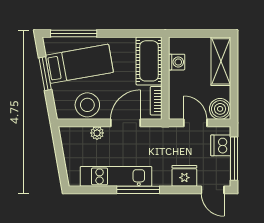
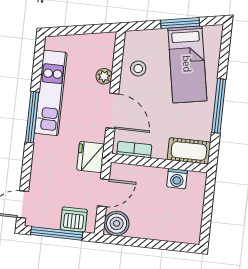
window: (74, 33) -> (219, 106), moved
cot: (149, 61) -> (189, 151), width x0.73, depth x0.75
shelving: (221, 61) -> (172, 230), removed
stool: (87, 105) -> (138, 68), width x0.53, depth x0.53
fridge: (184, 176) -> (91, 157), moved, turned 180

